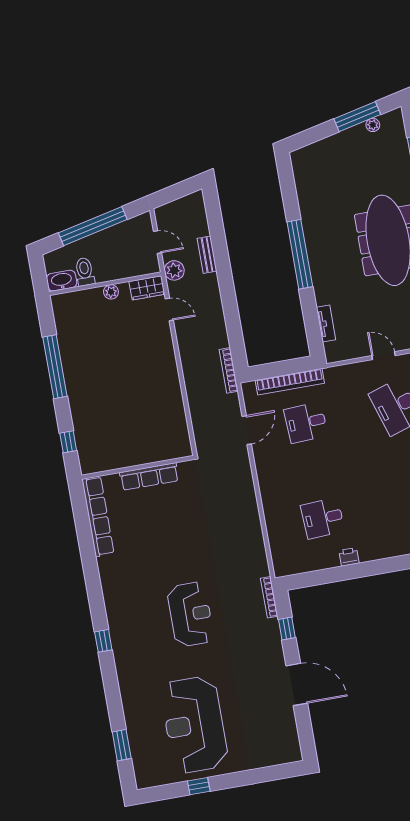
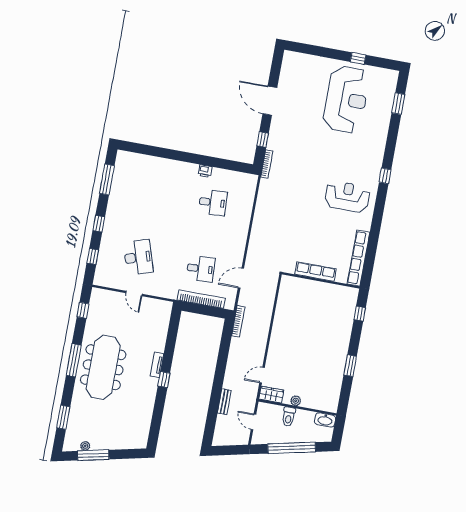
window: (300, 254) -> (164, 379), width x0.32
plant: (174, 270) -> (249, 399), removed
toilet: (85, 272) -> (289, 417), moved
door: (169, 309) -> (262, 375), hinge flipped
tv unit: (326, 323) -> (157, 365), moved
window: (55, 367) -> (350, 366), width x0.47
reception desk: (190, 614) -> (347, 197), moved, turned 90

